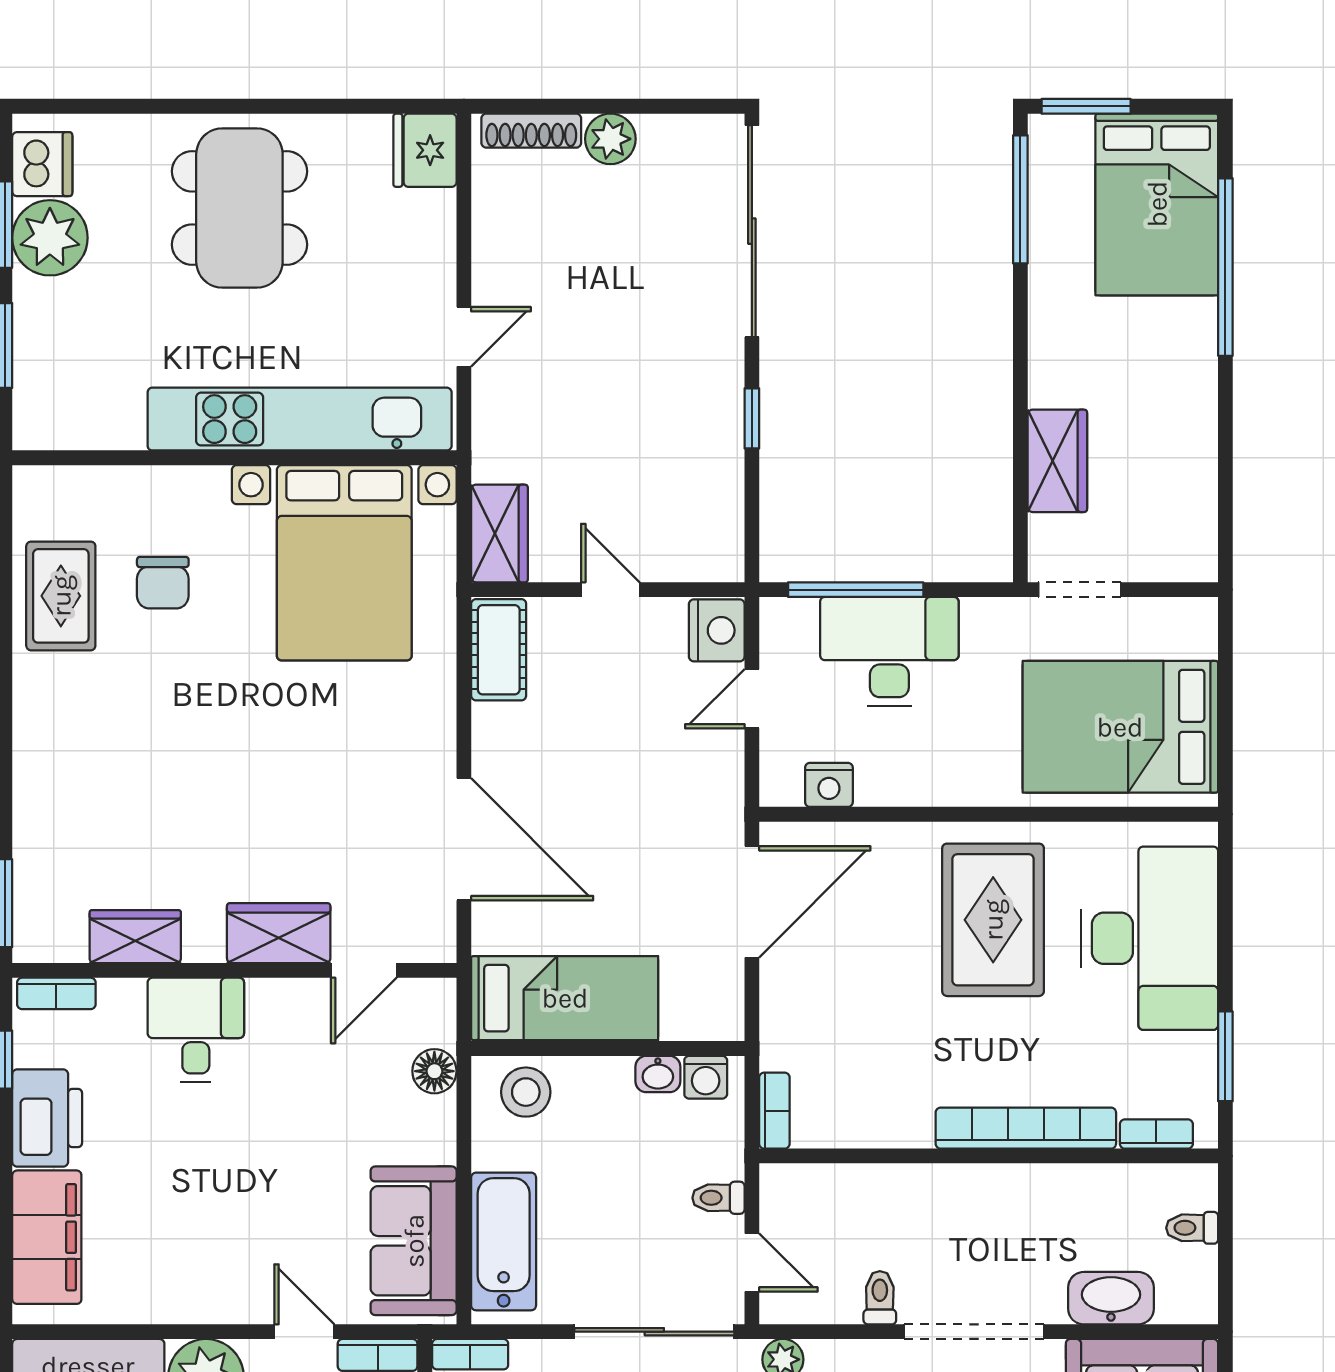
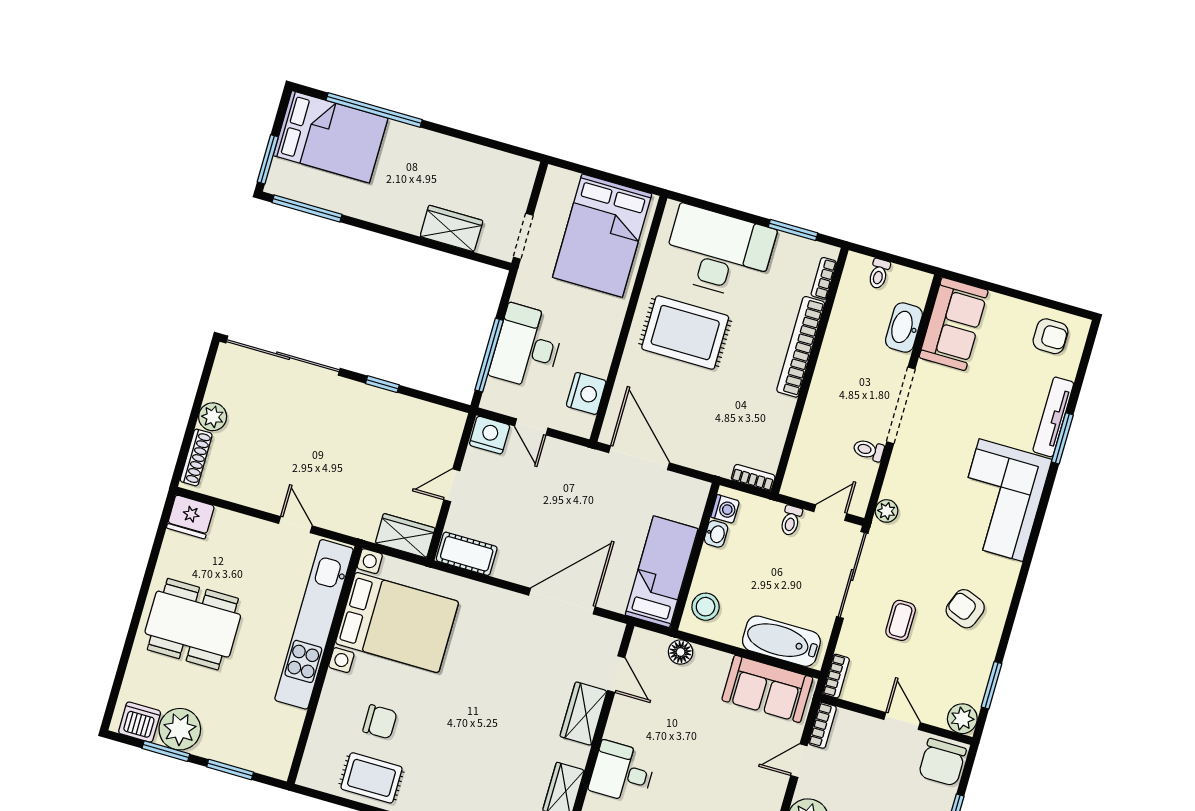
nightstand: (829, 785) -> (586, 393), width x1.36, depth x1.33

